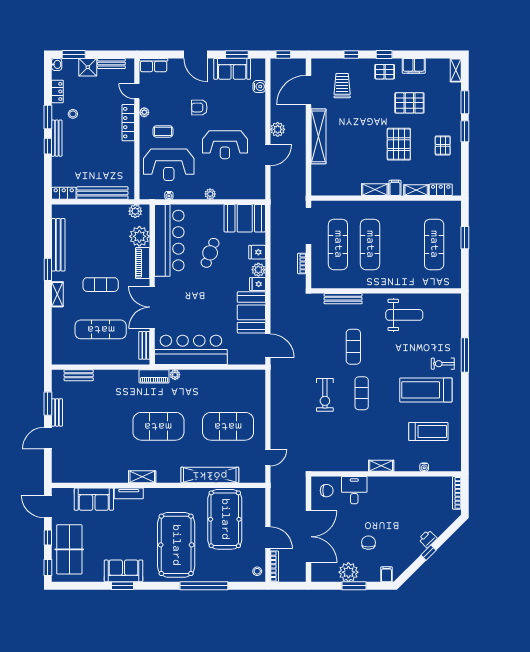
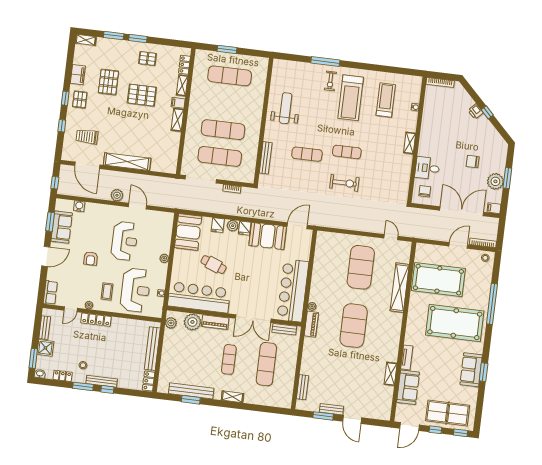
window: (48, 269) -> (191, 400), moved
shelving: (142, 477) -> (391, 374), moved
filing cabinet: (387, 574) -> (494, 208), moved

